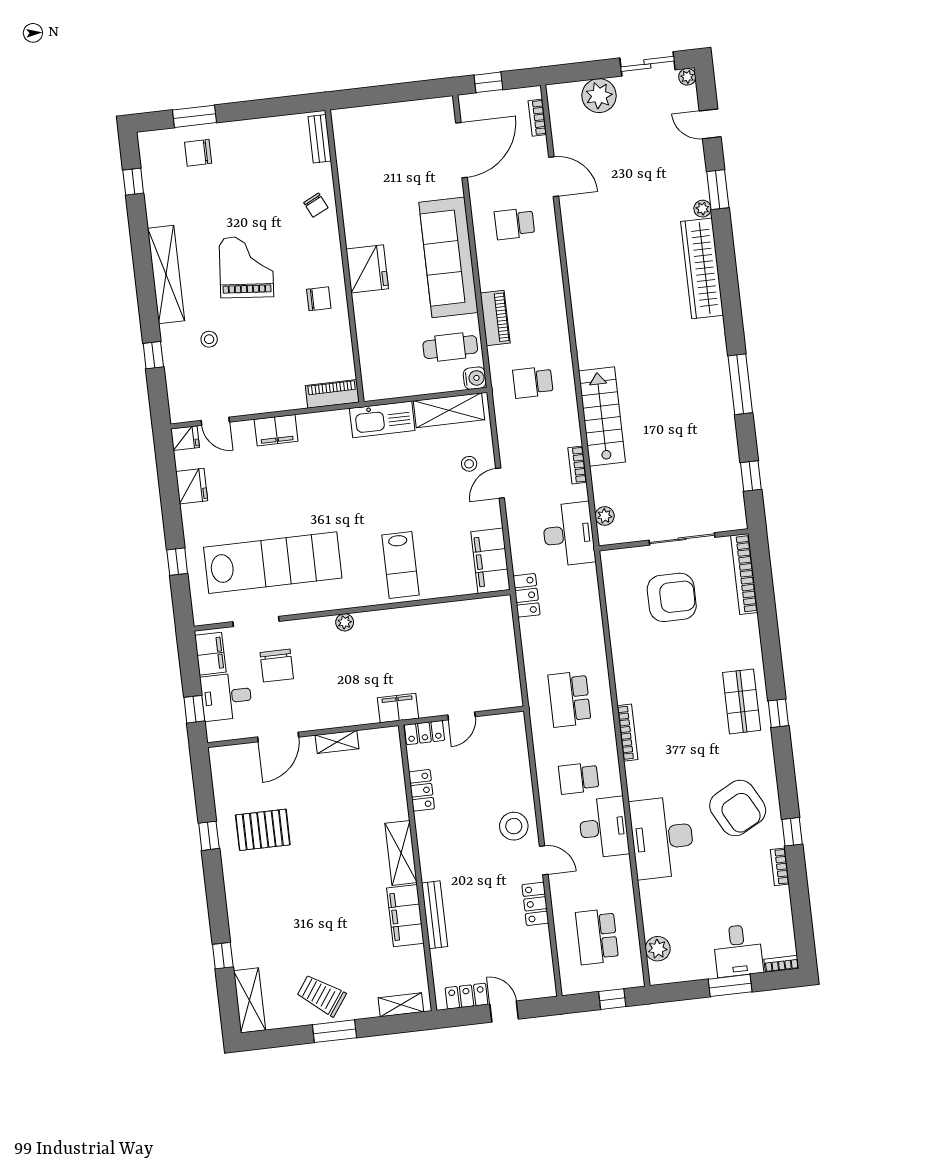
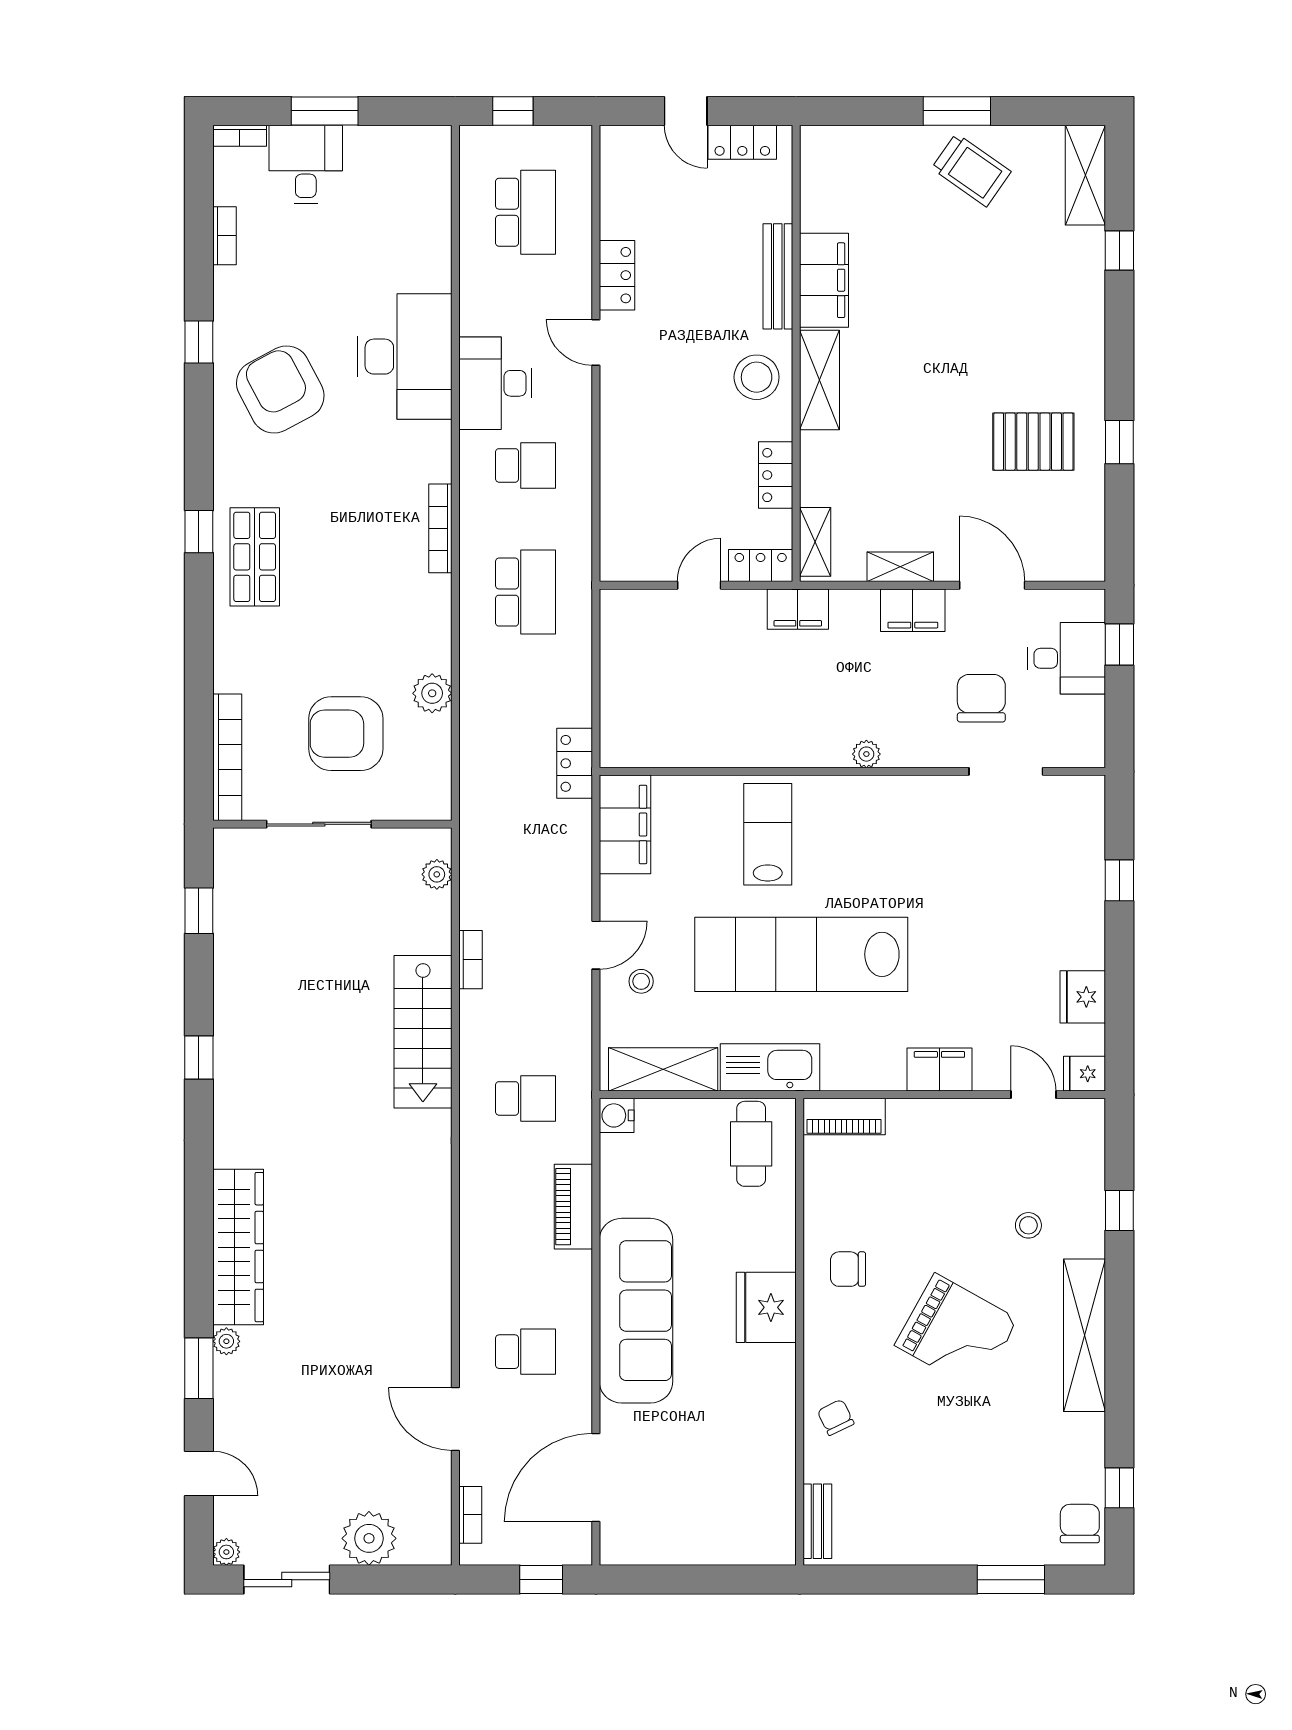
chair: (198, 153) -> (1080, 1524), moved, turned -90
grand piano: (246, 267) -> (956, 1332), turned -66
cafe table: (450, 347) -> (751, 1144), moved, turned 90
window: (740, 384) -> (199, 1057), width x0.46
desk: (569, 534) -> (497, 852), removed
lab bench: (273, 563) -> (801, 954), moved
filing cabinet: (210, 654) -> (913, 610), moved, turned -90
door: (278, 737) -> (992, 585), hinge flipped
stool: (514, 826) -> (757, 377), moved
bookcase: (780, 867) -> (225, 236), moved
plant: (658, 949) -> (432, 693), moved
shelving: (401, 1005) -> (815, 542), moved, turned 90

